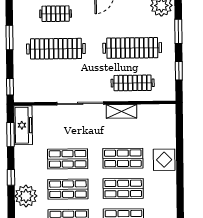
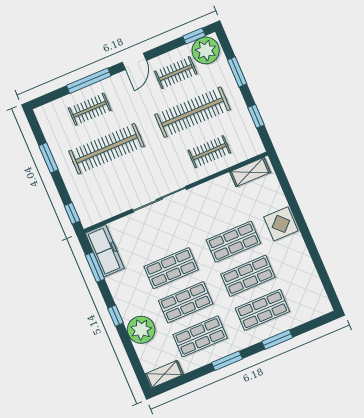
clothes rail: (132, 13) -> (176, 73), added
clothes rail: (133, 83) -> (209, 152), width x0.73
shelving: (122, 111) -> (250, 172), moved

